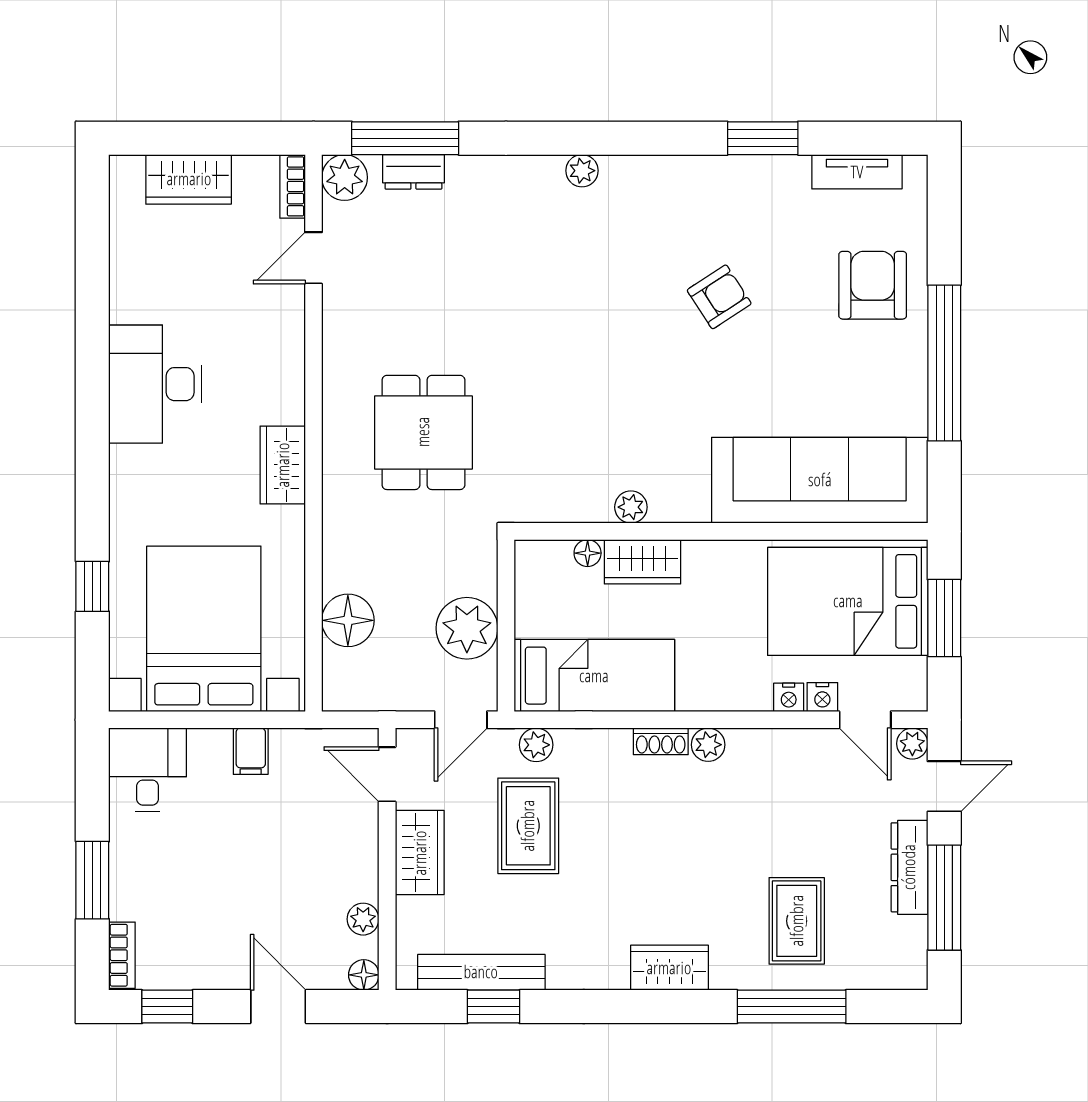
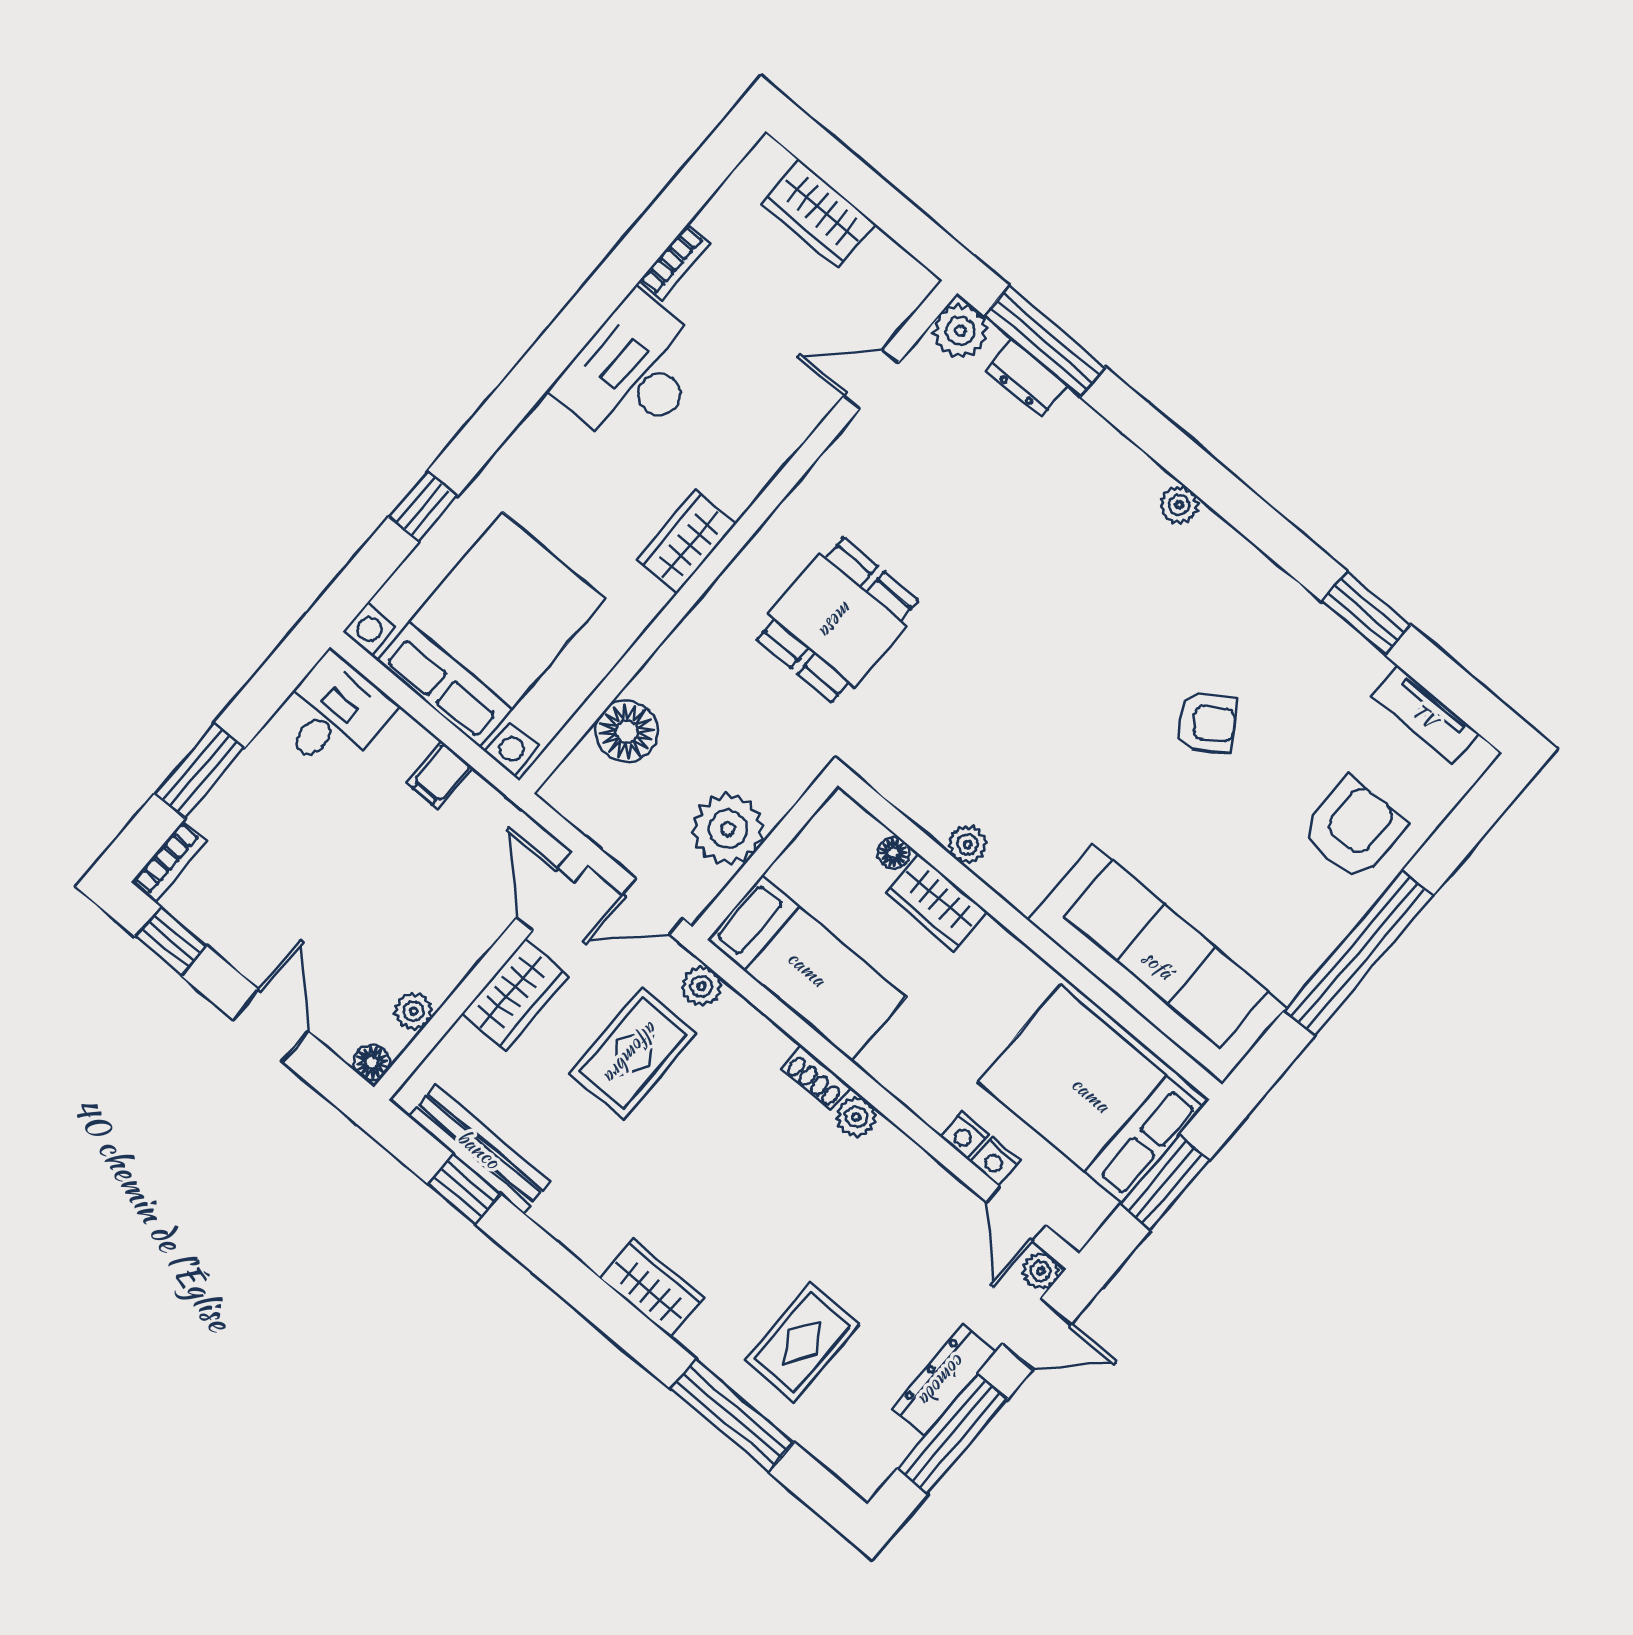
bookcase: (293, 186) -> (674, 262), moved, turned 180

